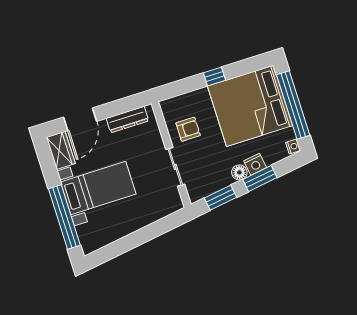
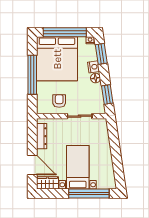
window: (214, 77) -> (32, 75), width x3.17
window: (260, 179) -> (101, 54), moved

